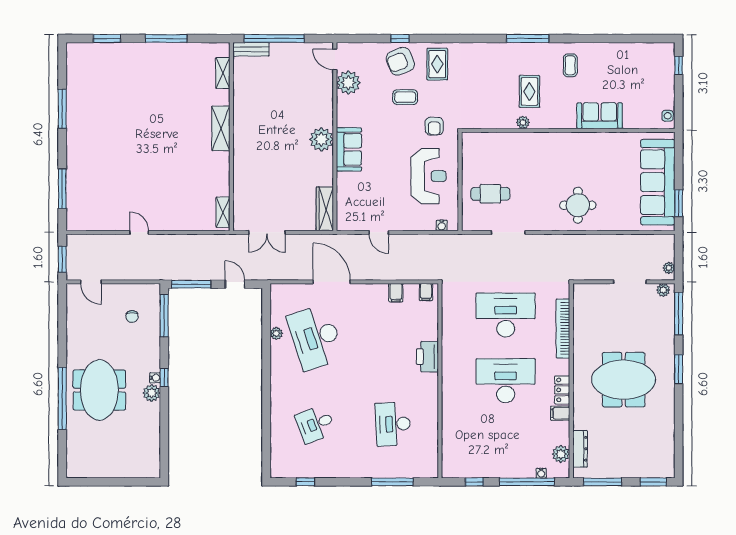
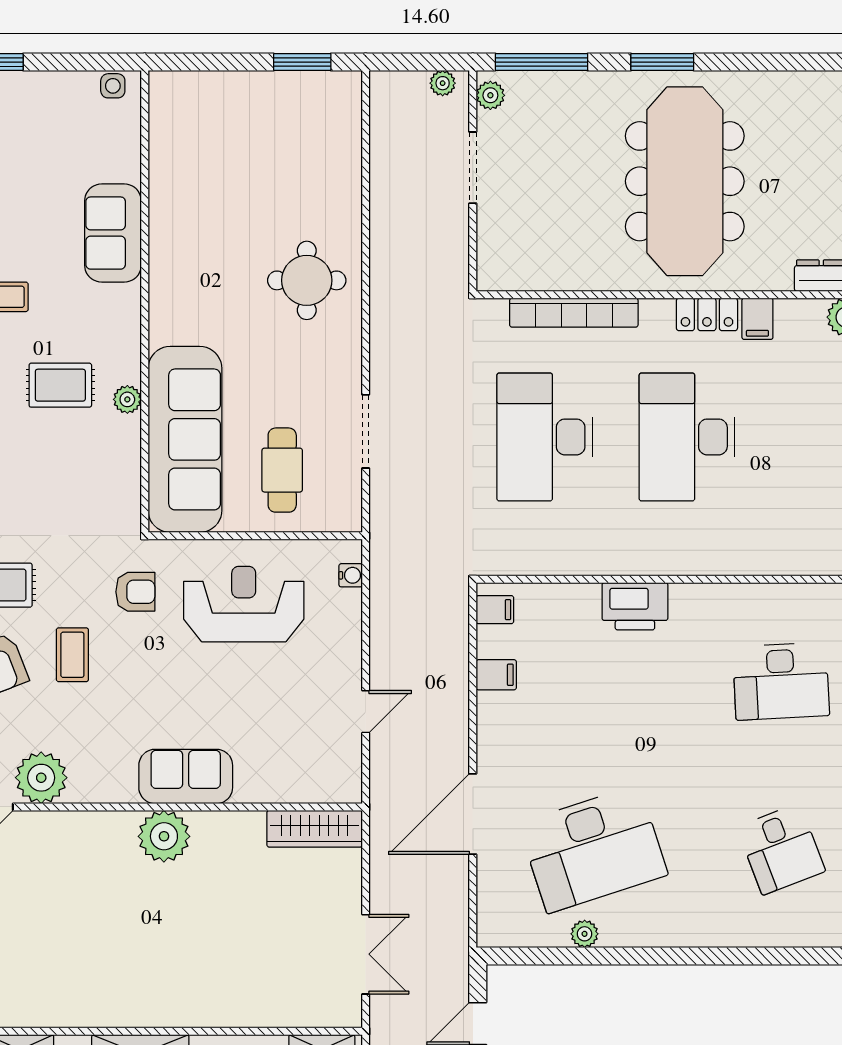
sofa: (658, 182) -> (185, 439), moved, turned -90
meeting table: (624, 380) -> (685, 181), width x1.36

